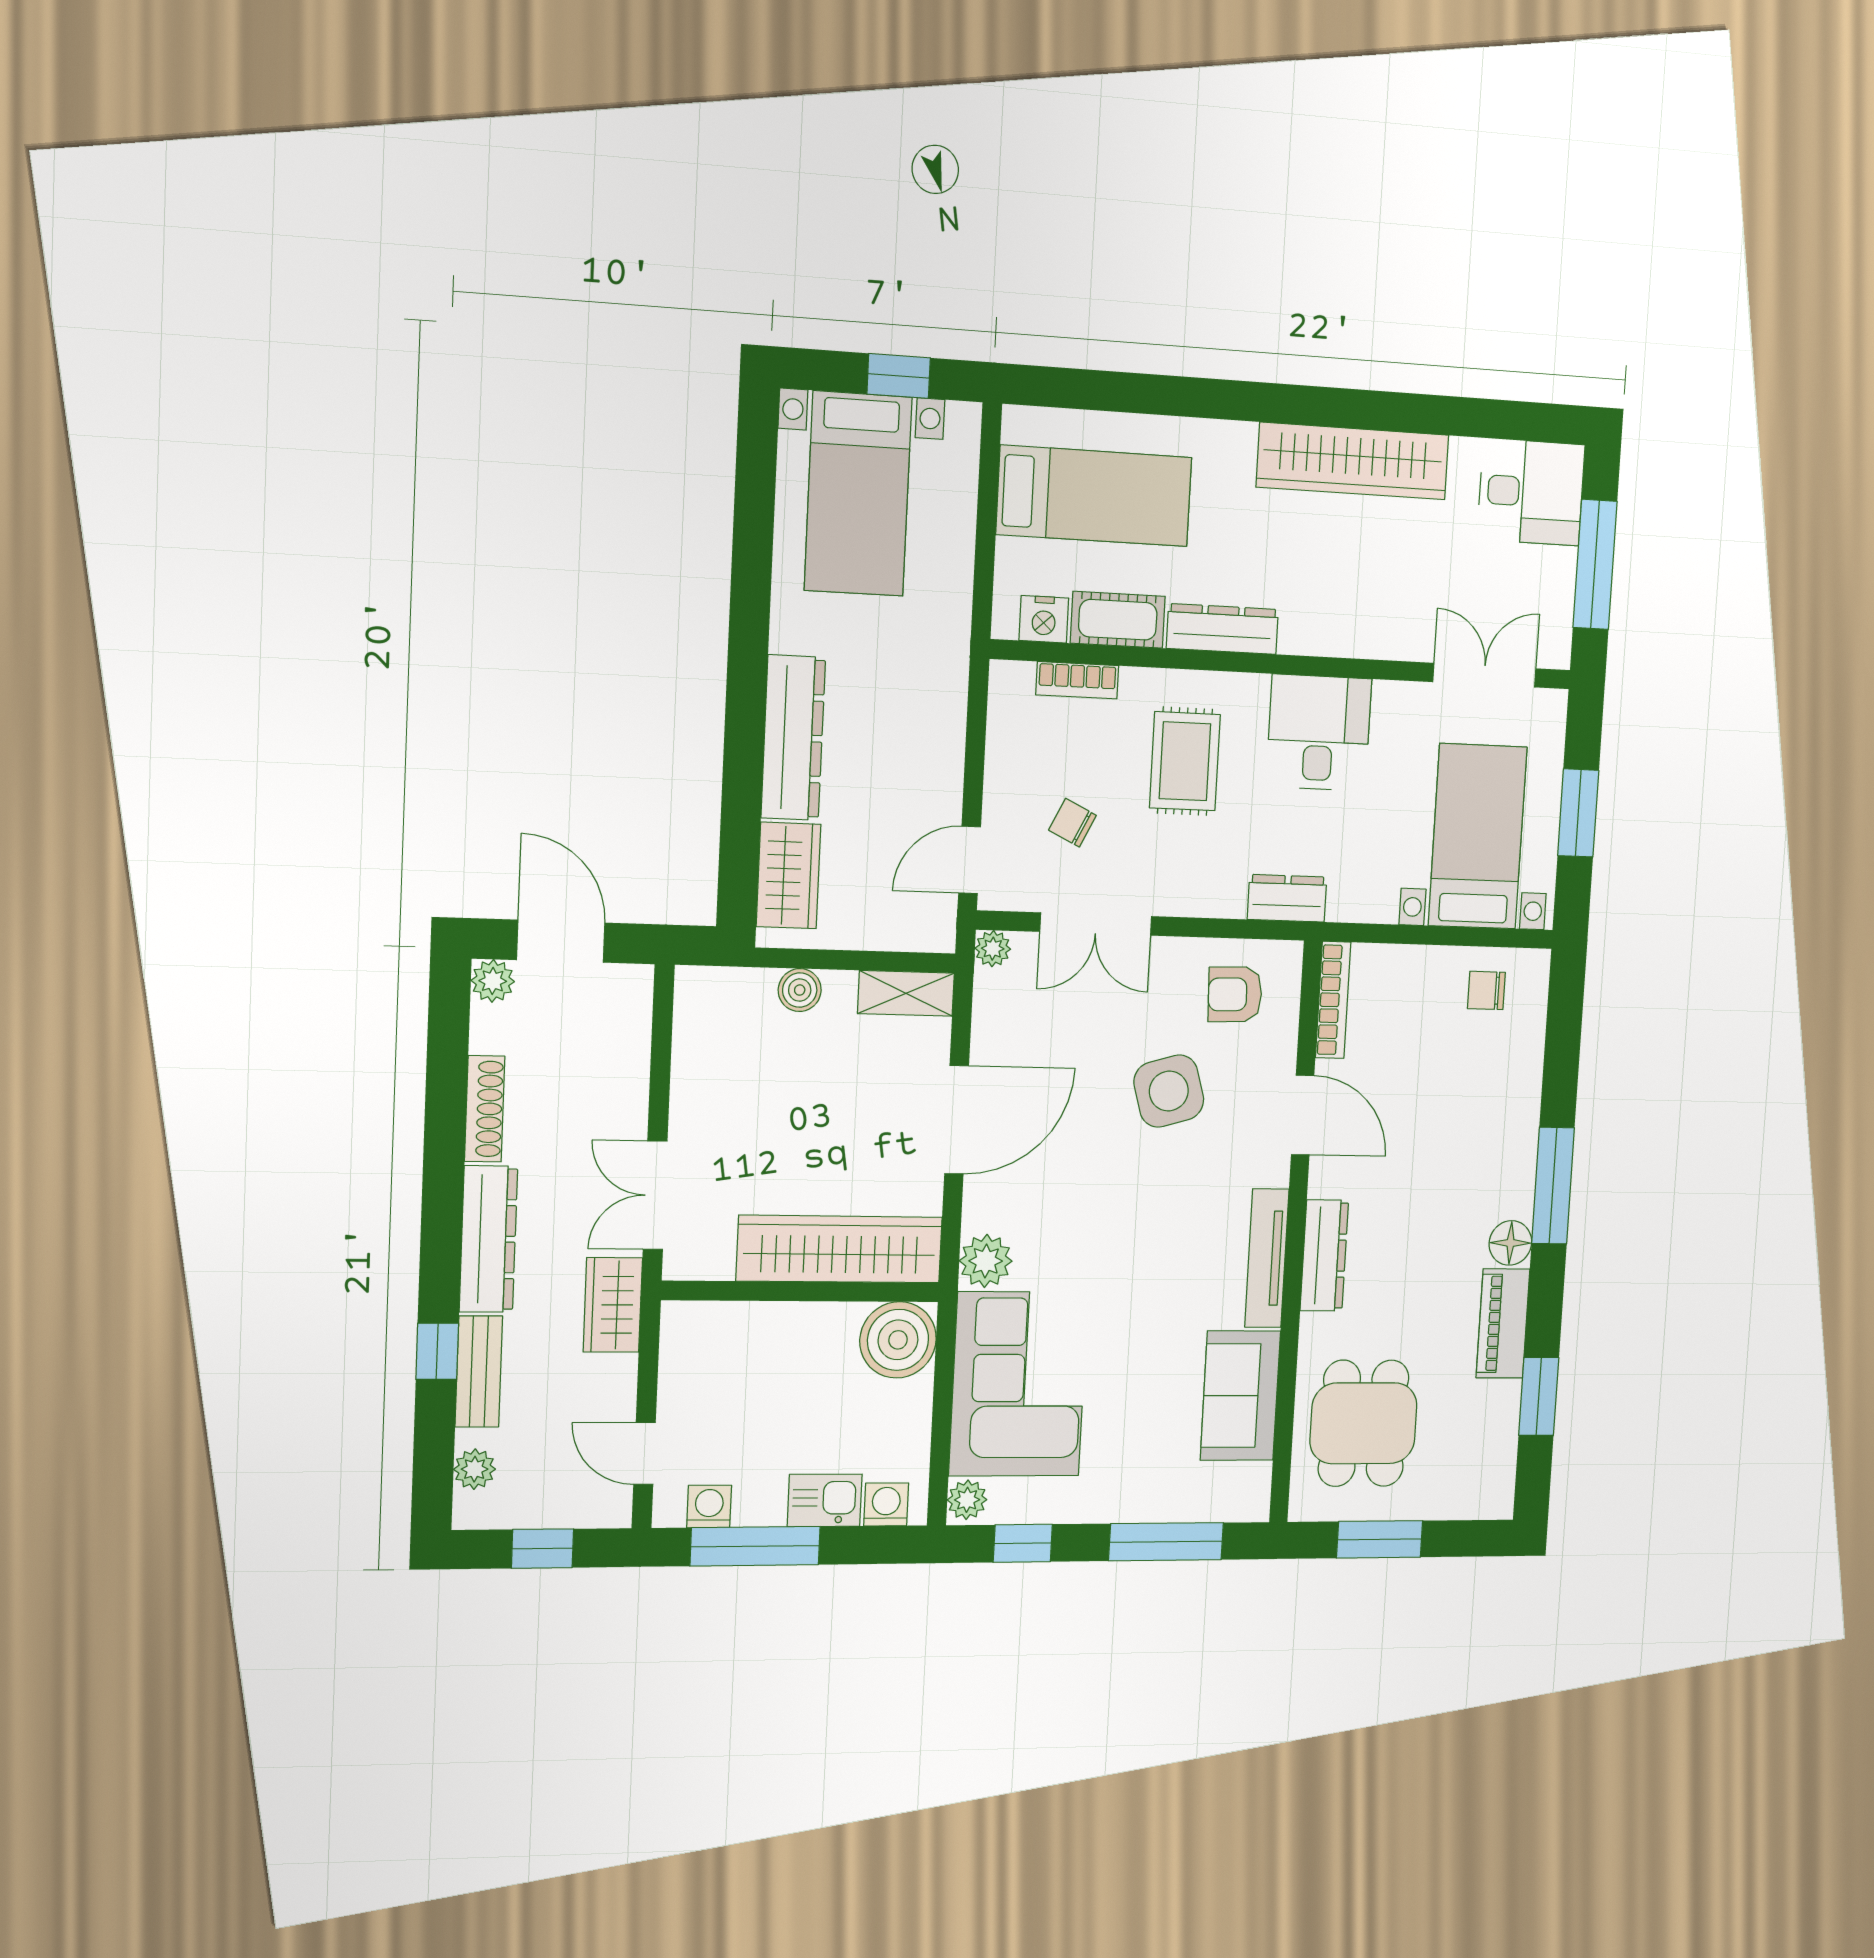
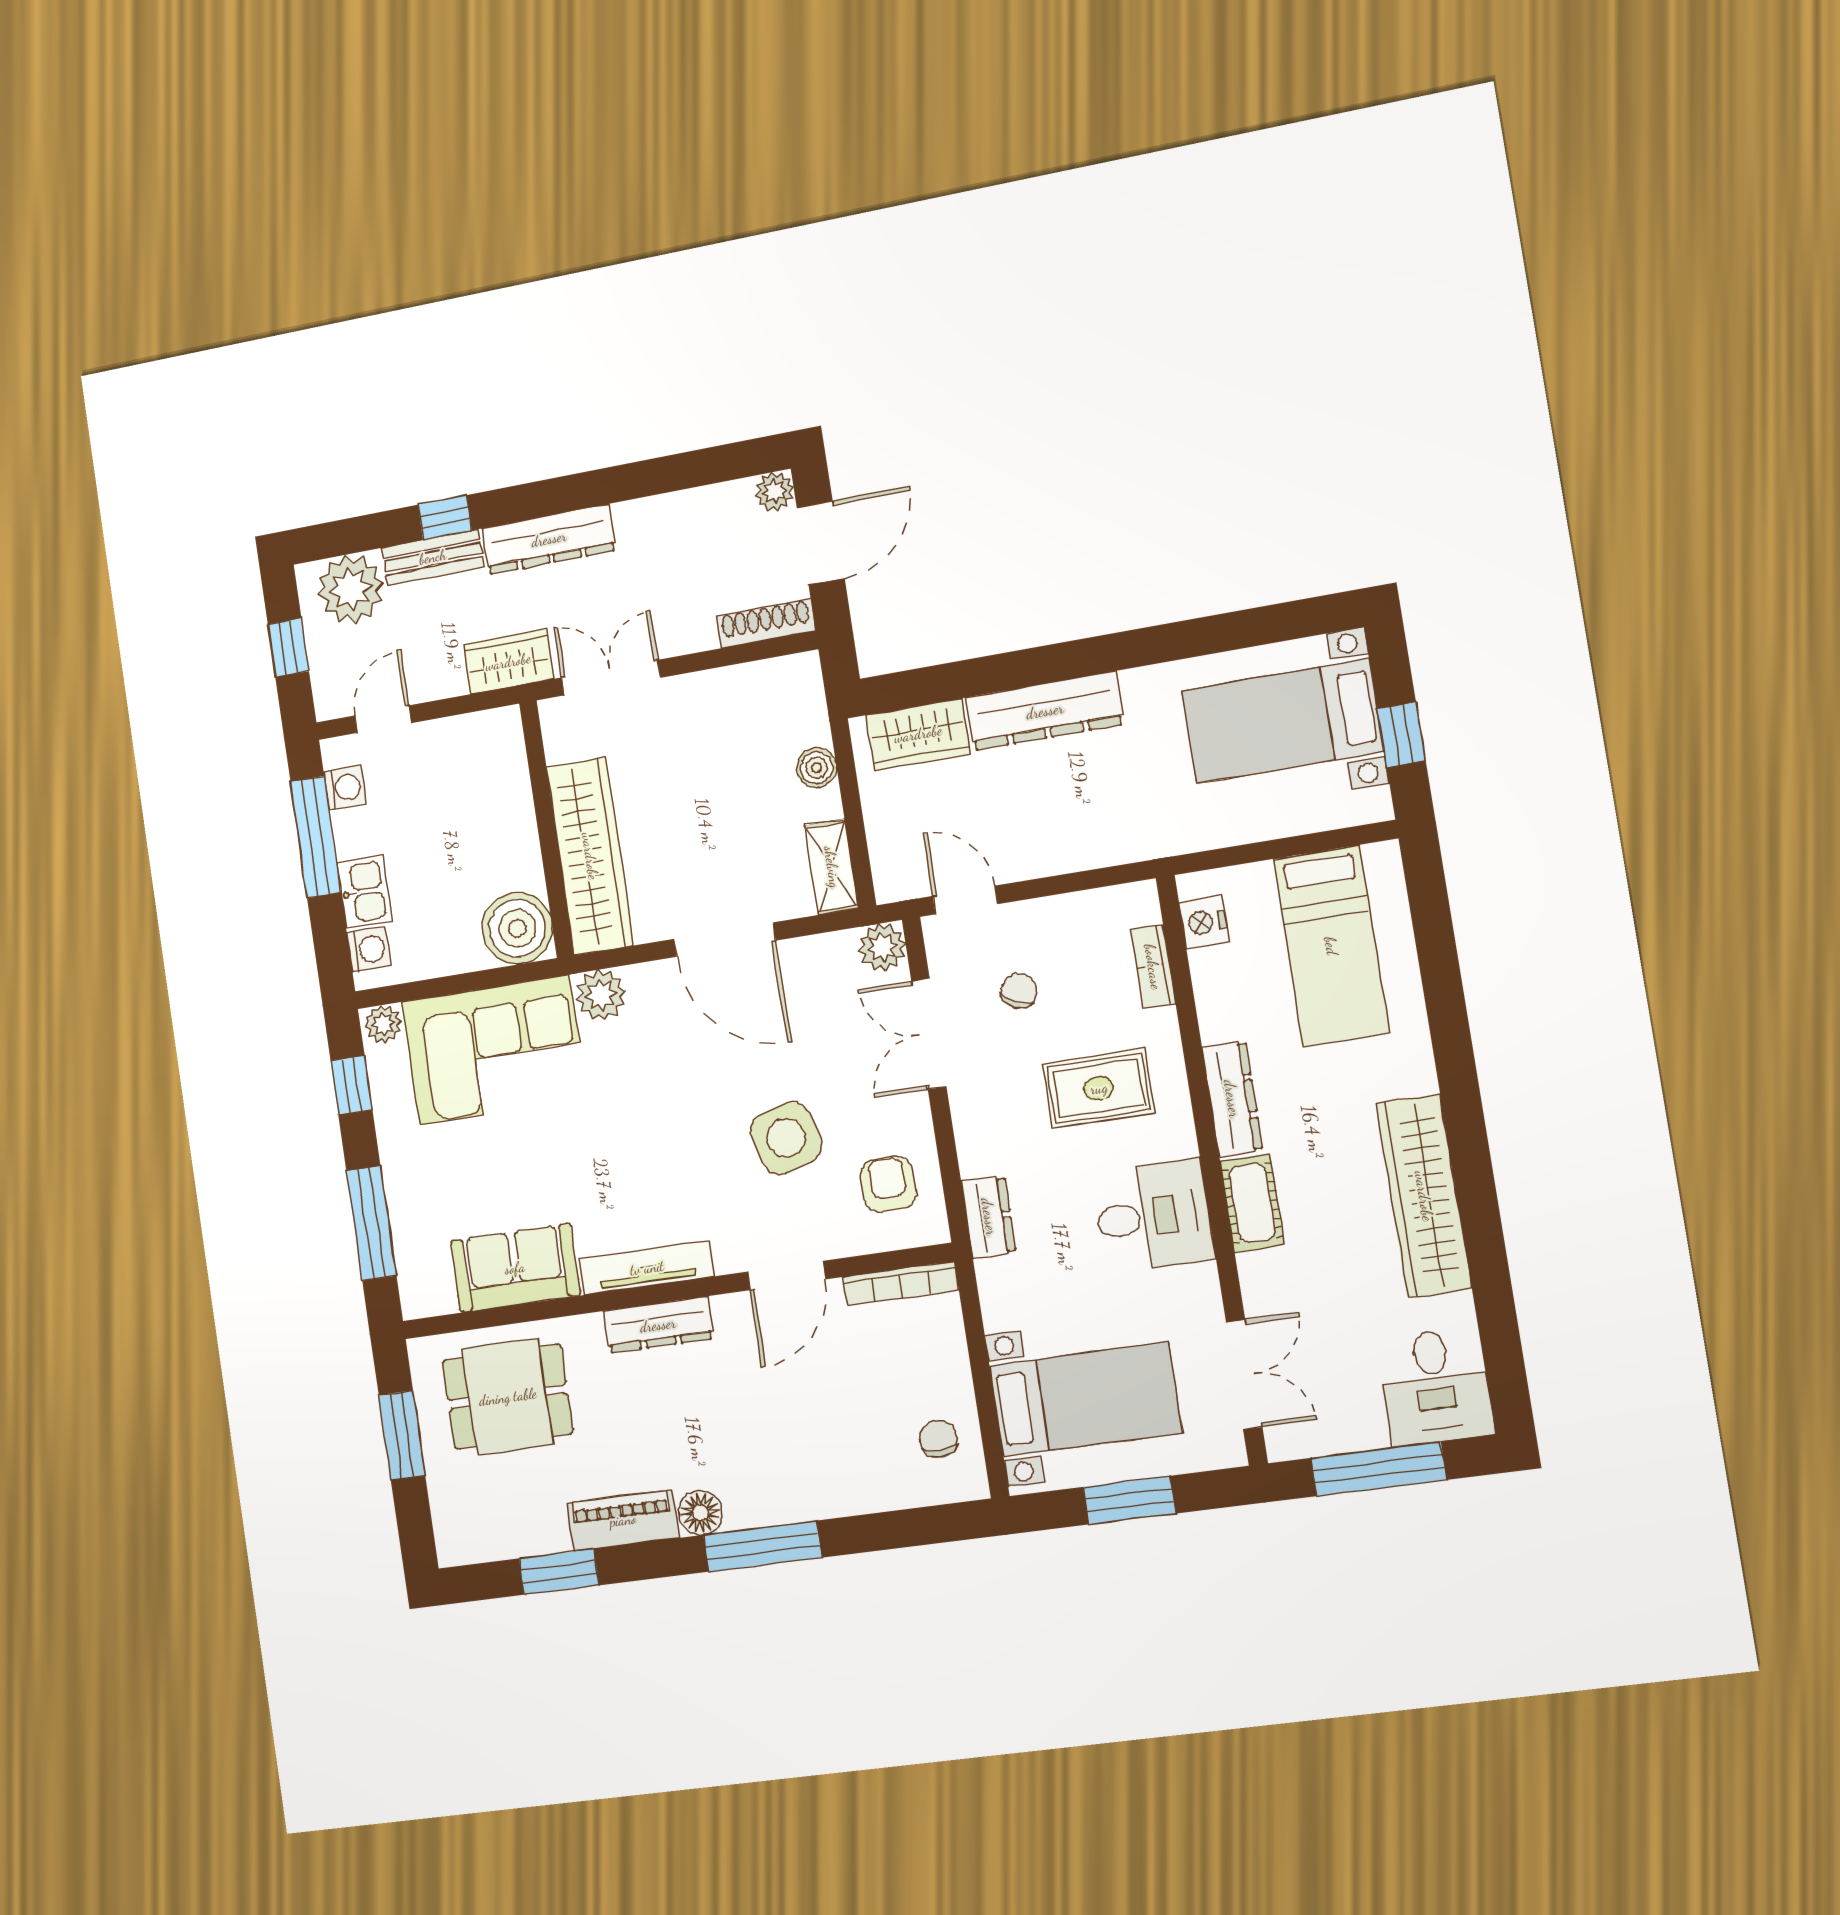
cot: (1118, 620) -> (1252, 1203), moved
plant: (993, 949) -> (882, 947), width x1.38, depth x1.38
shoe rack: (485, 1109) -> (766, 623), moved, turned 180
plant: (475, 1469) -> (351, 589), width x1.88, depth x1.88

